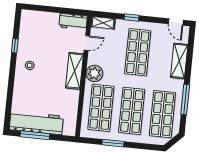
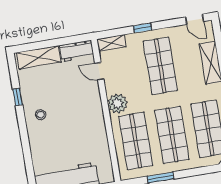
door: (87, 43) -> (99, 71), swing flipped
shelving: (75, 71) -> (39, 57), moved, turned 90

